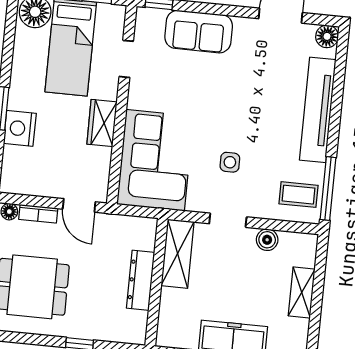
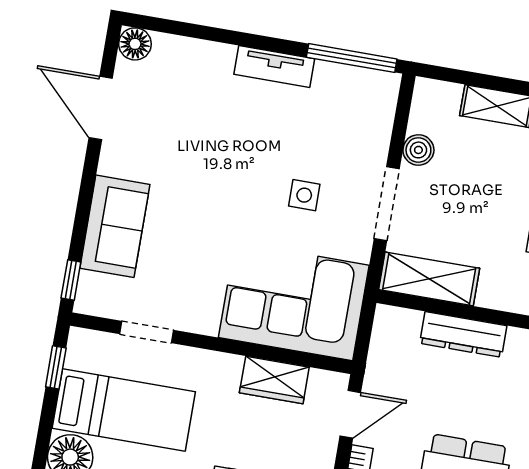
tv unit: (318, 110) -> (274, 67), width x0.52, depth x0.78
wardrobe: (102, 123) -> (274, 380), moved
coffee table: (299, 195) -> (357, 101), removed
doorway: (228, 220) -> (387, 204), width x1.38

